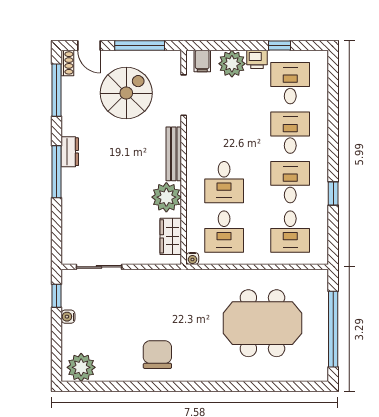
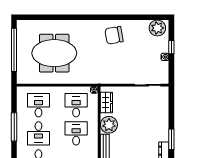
window: (57, 172) -> (171, 139), width x0.69
window: (333, 194) -> (14, 127), width x2.17
window: (57, 296) -> (171, 47), moved
chair: (157, 355) -> (114, 35), turned 80

